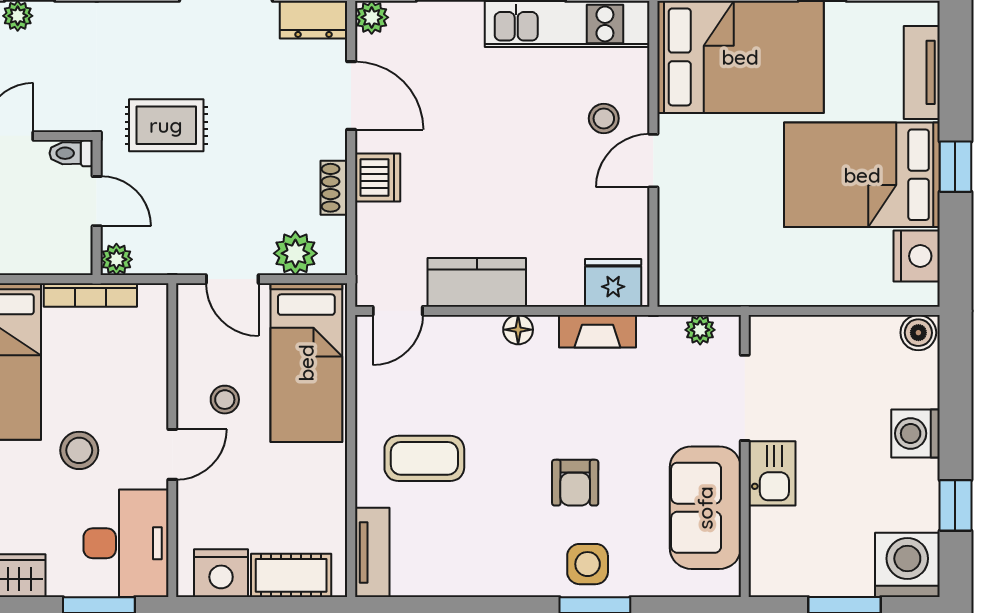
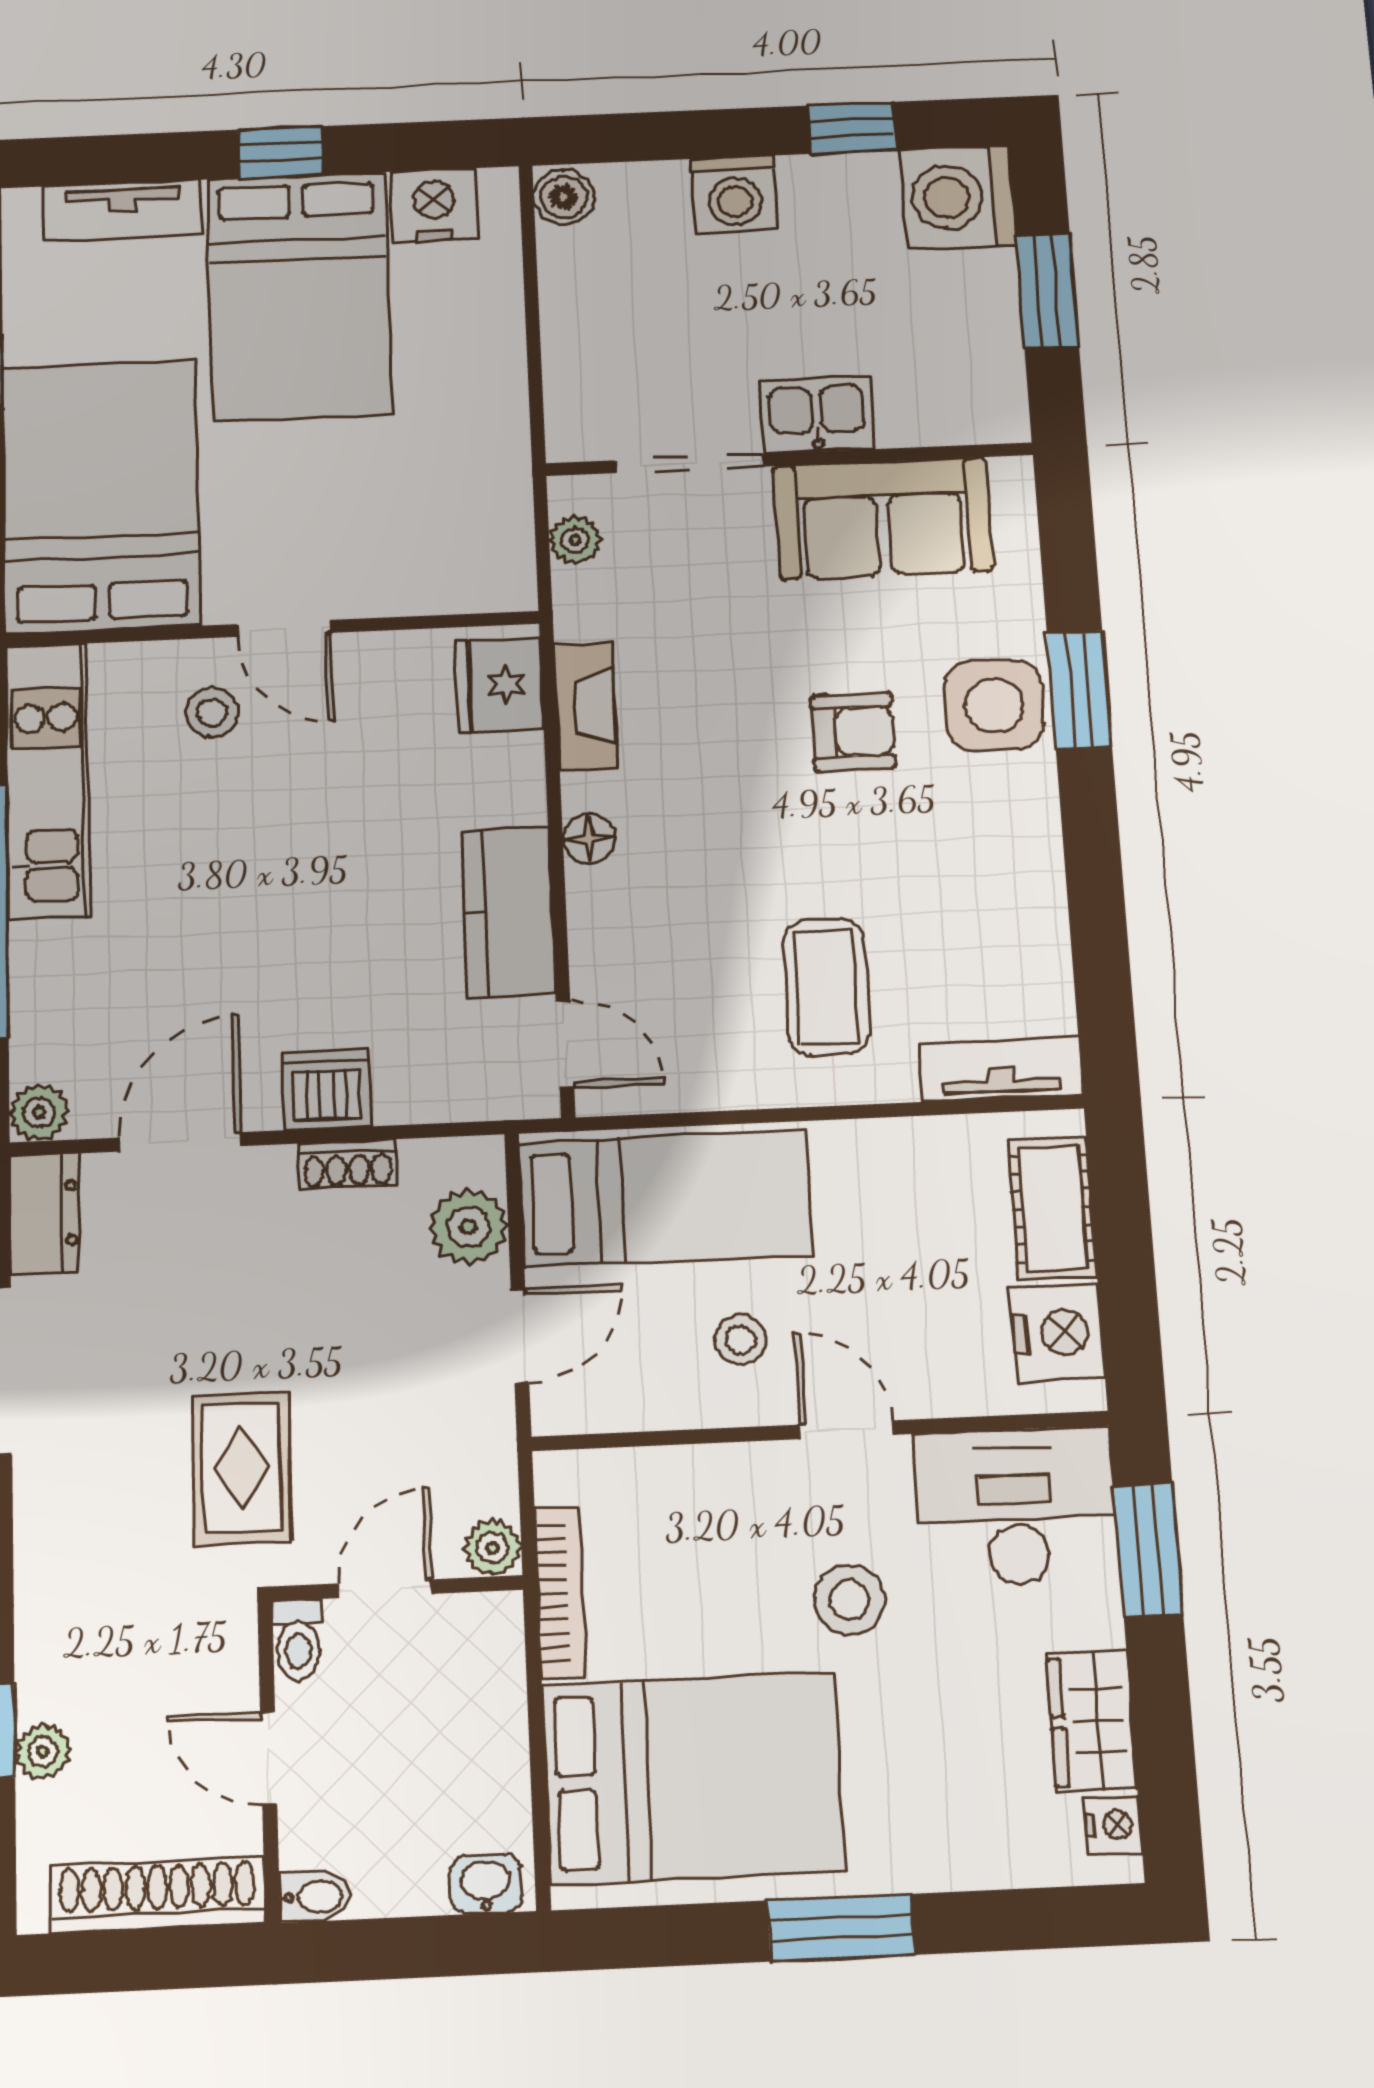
side table: (588, 564) -> (994, 705), width x1.37, depth x1.37

